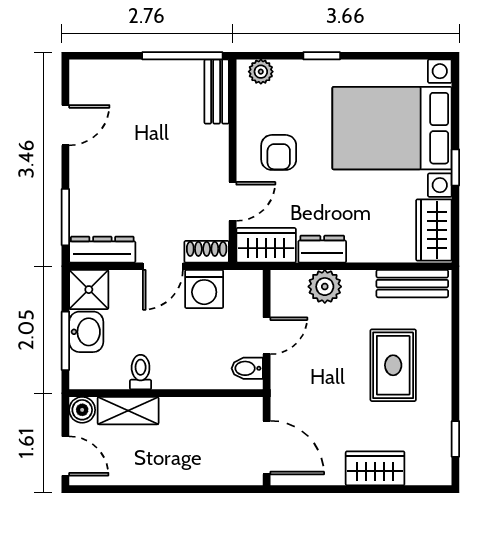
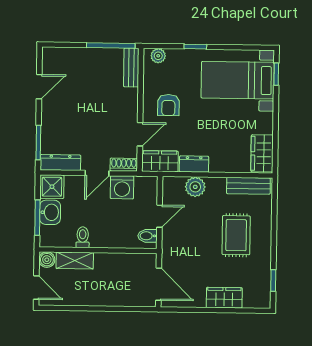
bed with nightstands: (392, 128) -> (238, 80), width x0.73
window: (455, 167) -> (276, 74), moved

